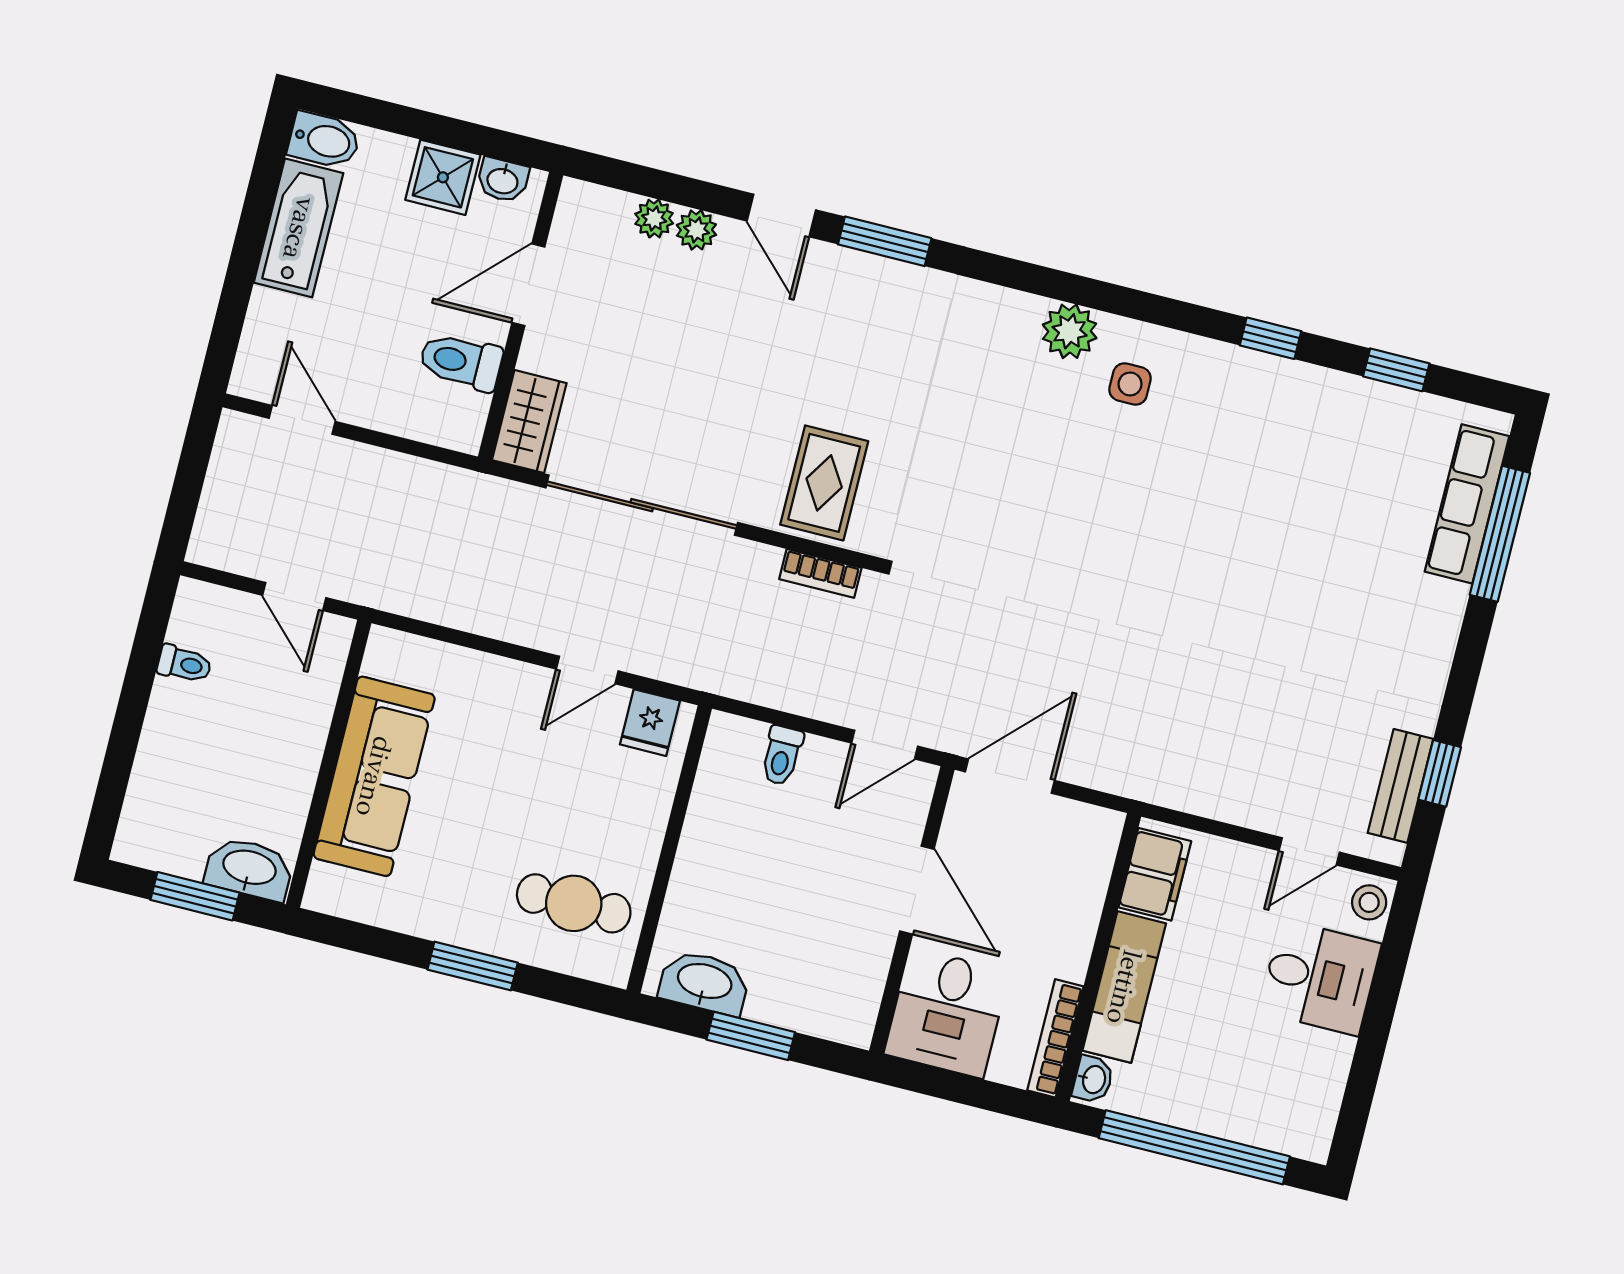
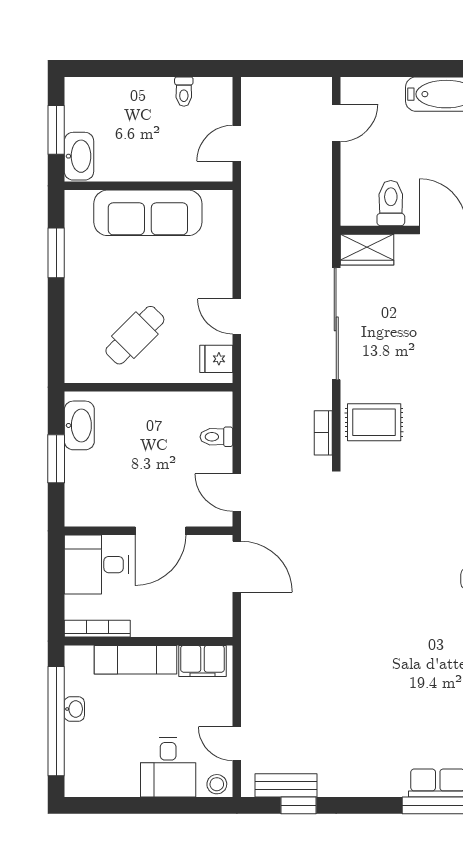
cafe table: (574, 903) -> (135, 335), moved, turned 45
window: (473, 966) -> (56, 253), moved
washbasin: (1093, 1079) -> (74, 709), moved, turned -90

